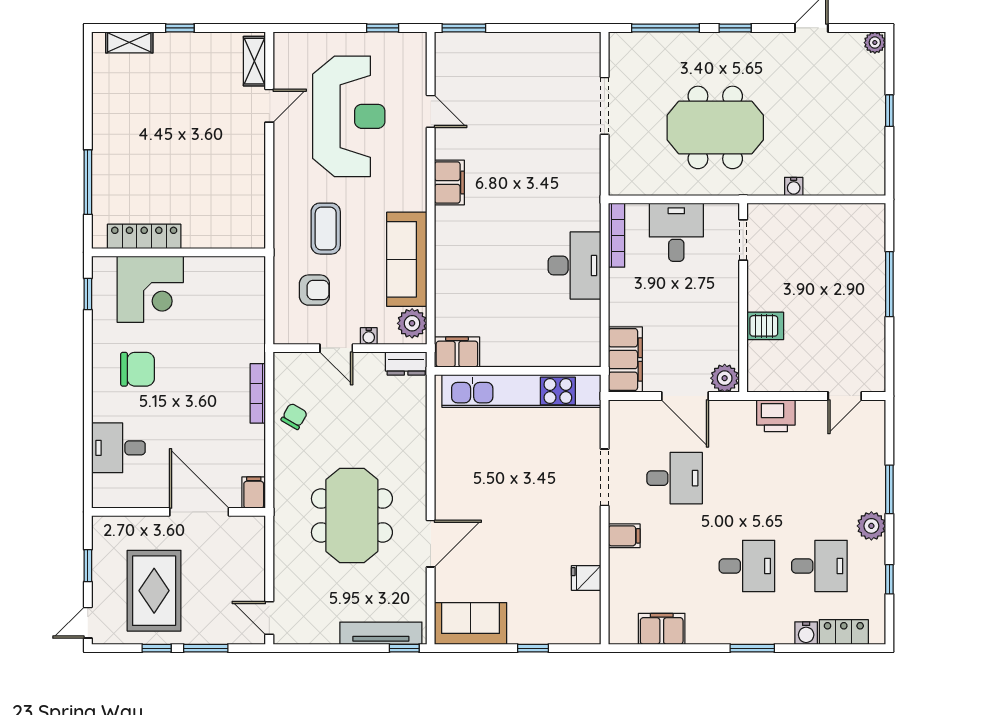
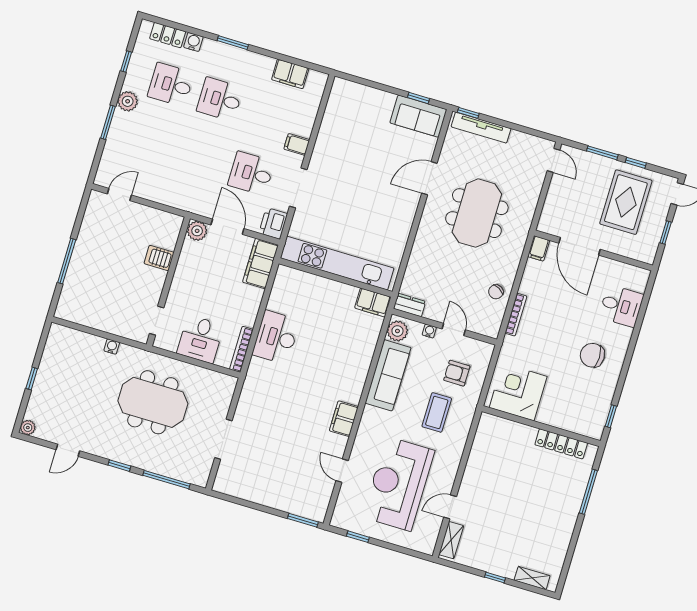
corner desk: (150, 289) -> (518, 392), moved
printer: (776, 416) -> (273, 223), moved, turned -90
fridge: (586, 578) -> (331, 124), removed
window: (533, 648) -> (418, 98), moved

